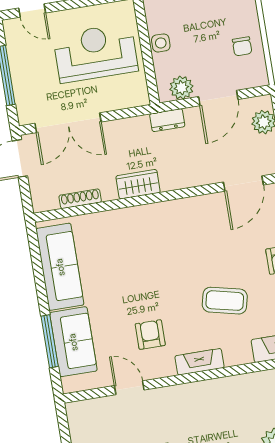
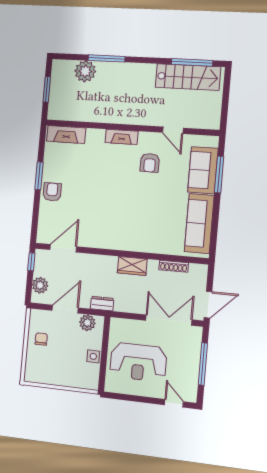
coffee table: (225, 301) -> (95, 174), removed

